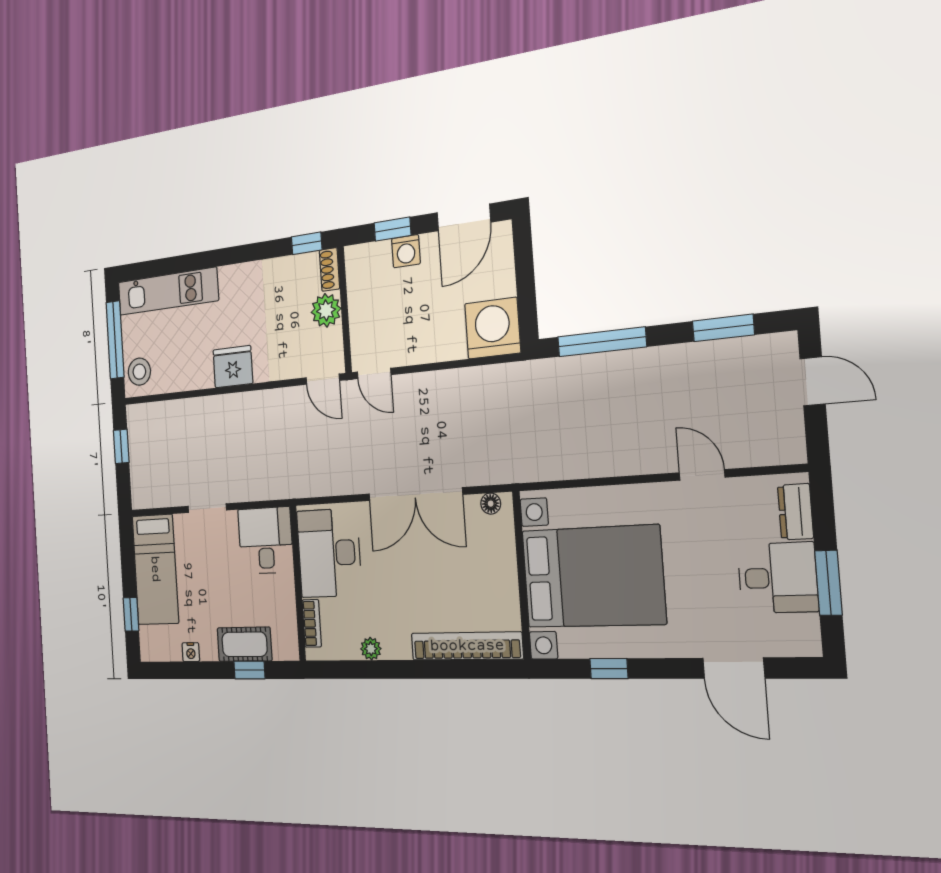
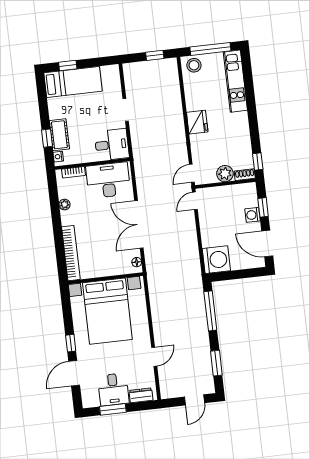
bed: (155, 569) -> (73, 82), moved, turned 180
nightstand: (191, 652) -> (58, 157), moved
window: (609, 669) -> (71, 343), moved

